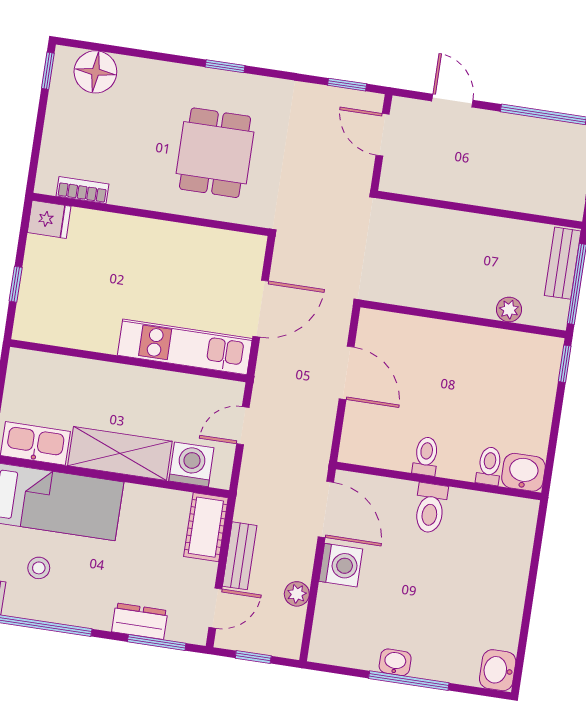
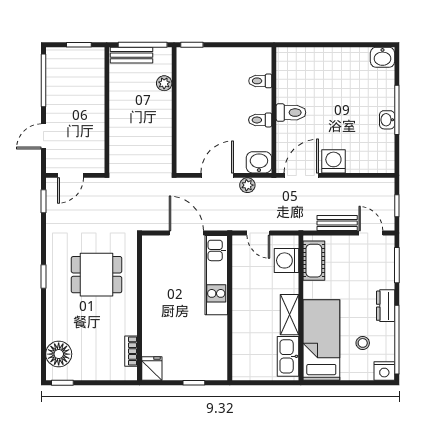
shelving: (120, 454) -> (289, 315), width x0.67, depth x0.75
washbasin: (523, 472) -> (259, 162), moved, turned 90
cot: (206, 527) -> (314, 261), moved, turned 90
plant: (297, 594) -> (247, 185), moved
dresser: (140, 621) -> (386, 306), moved

